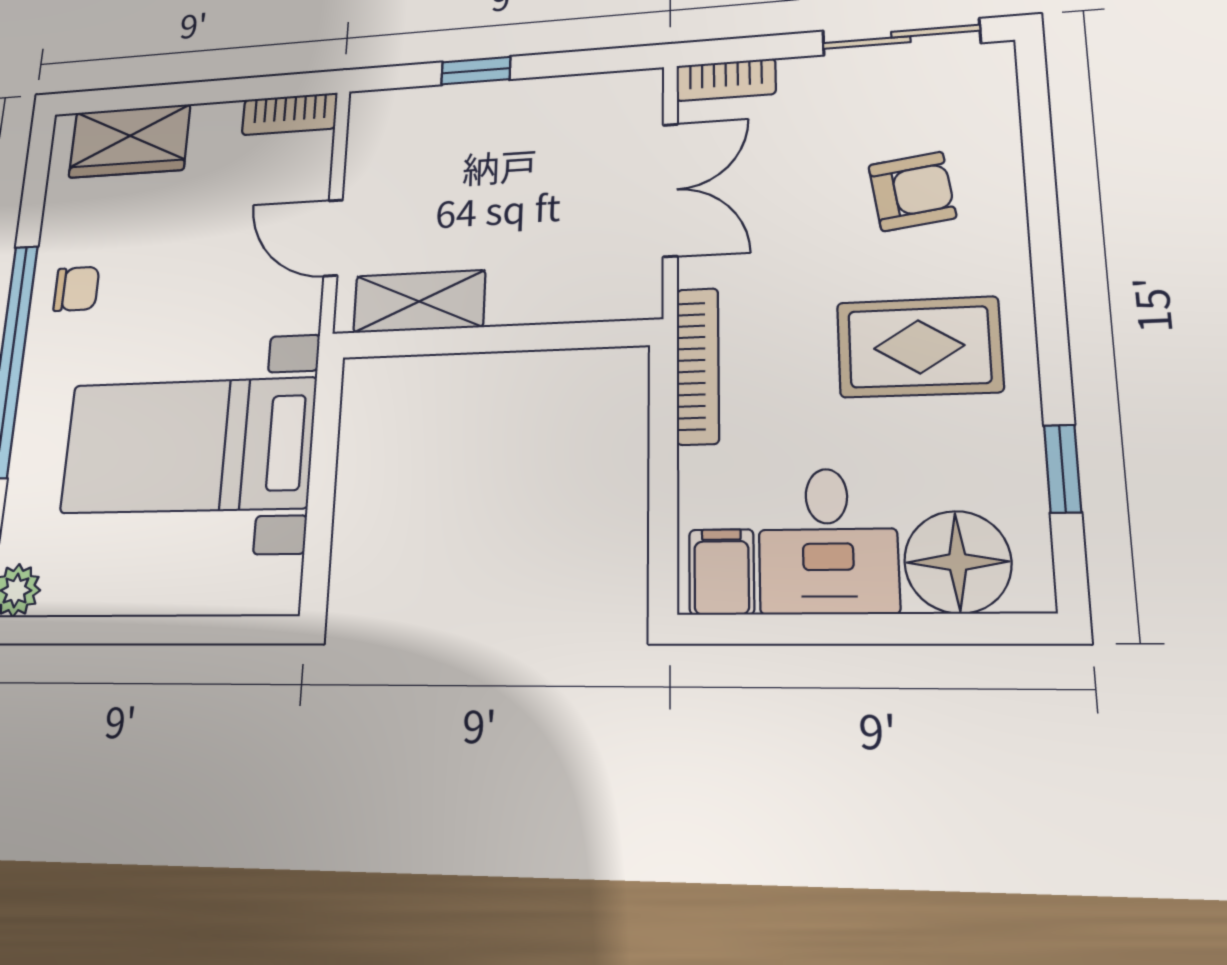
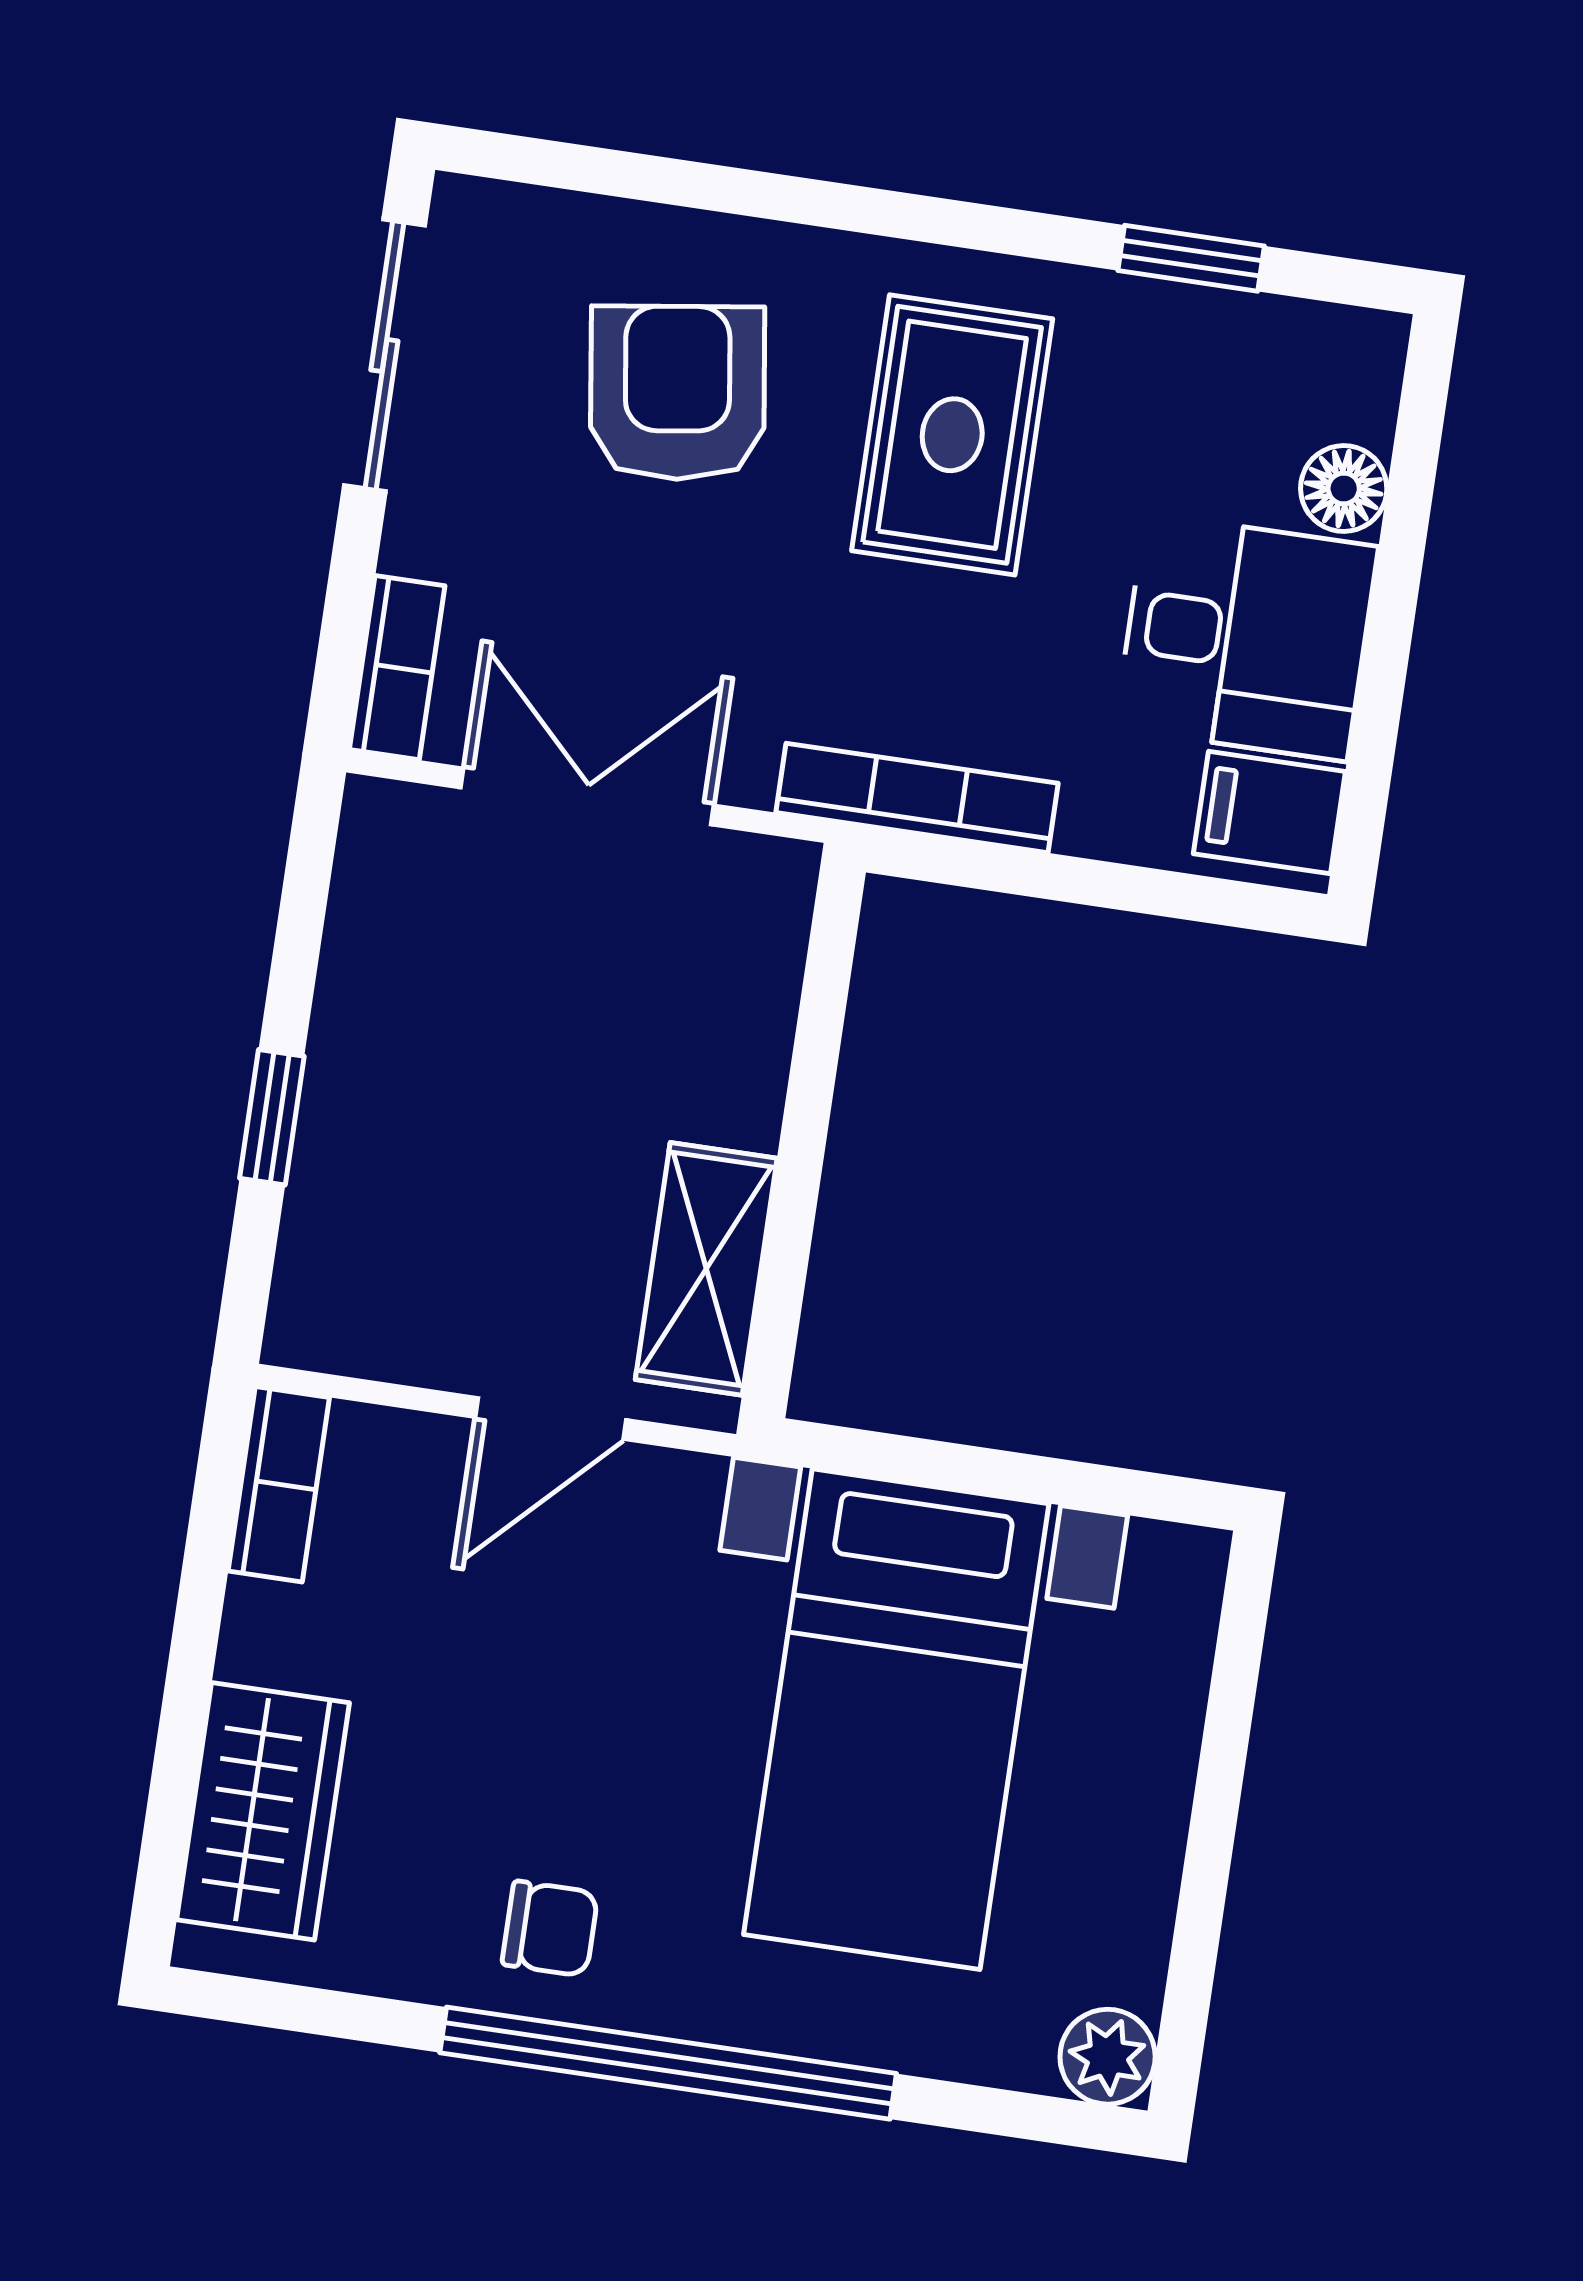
armchair: (912, 191) -> (678, 393), width x1.38, depth x1.38
chair: (76, 289) -> (550, 1929), turned 90
floor lamp: (958, 562) -> (1344, 488), width x0.53, depth x0.53

